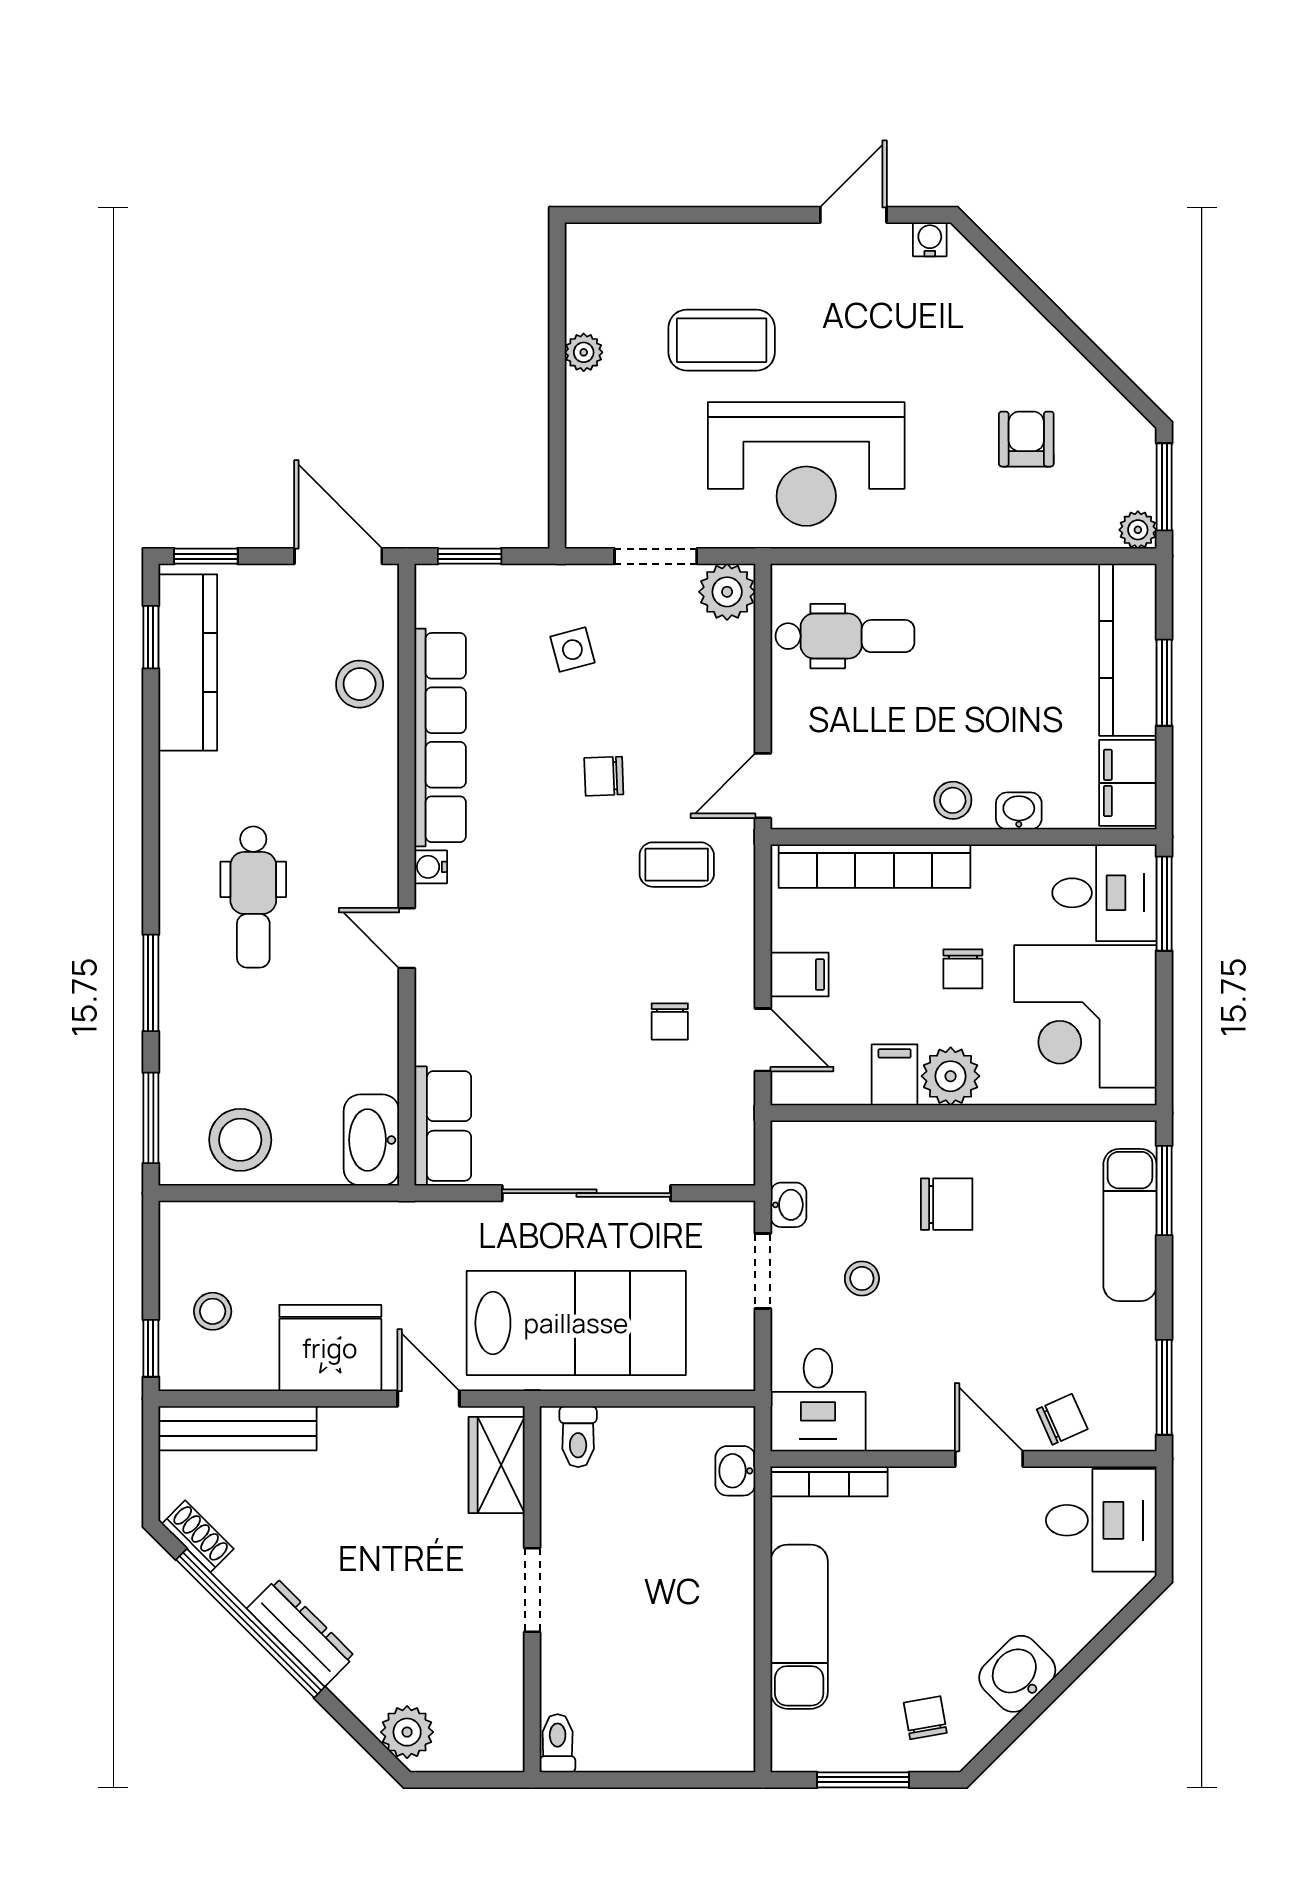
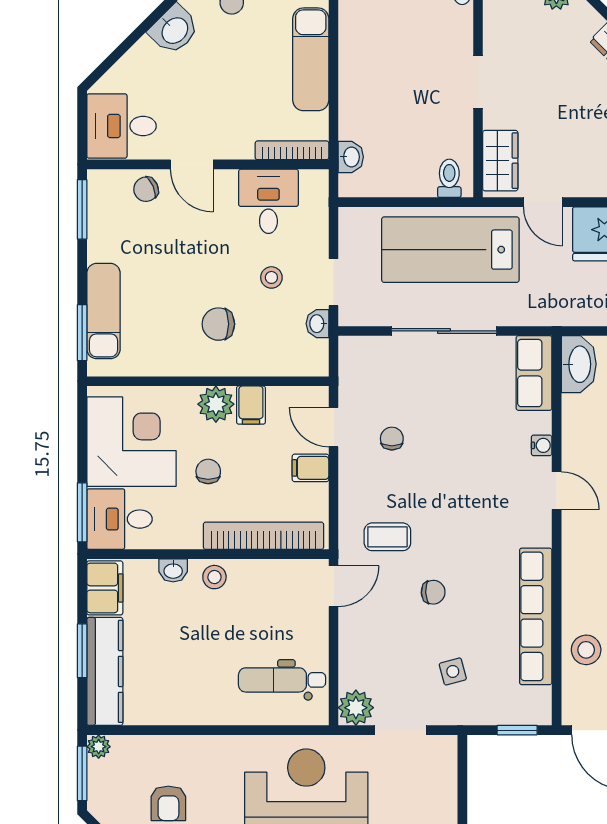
water cooler: (431, 867) -> (542, 445), moved
desk: (818, 1400) -> (268, 201), moved

